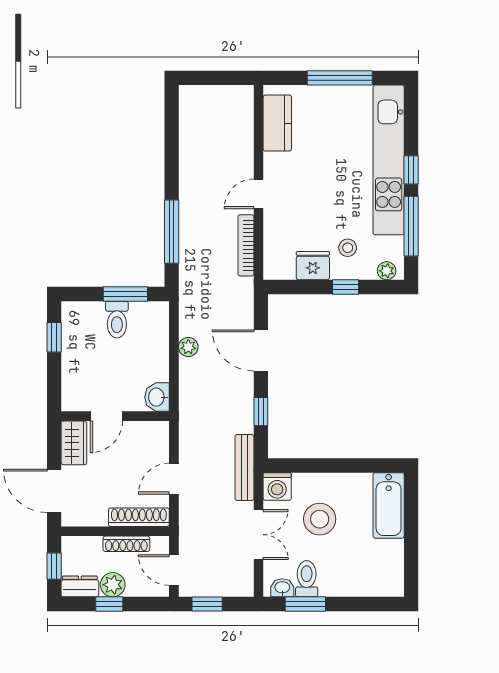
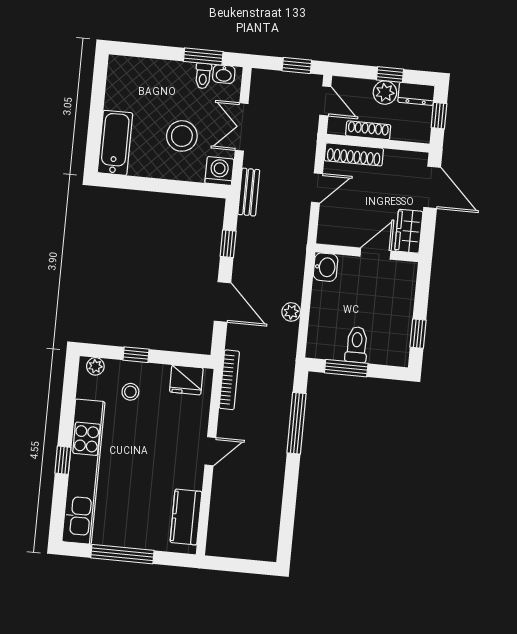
window: (411, 226) -> (68, 407), removed
bookcase: (246, 245) -> (229, 380), moved
fridge: (313, 266) -> (186, 380), moved
bench: (244, 468) -> (249, 192), width x0.73
toilet: (307, 579) -> (203, 76), width x0.73, depth x0.72

